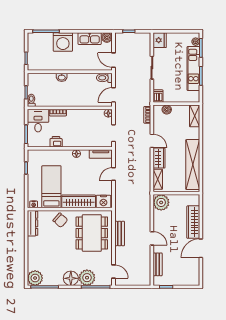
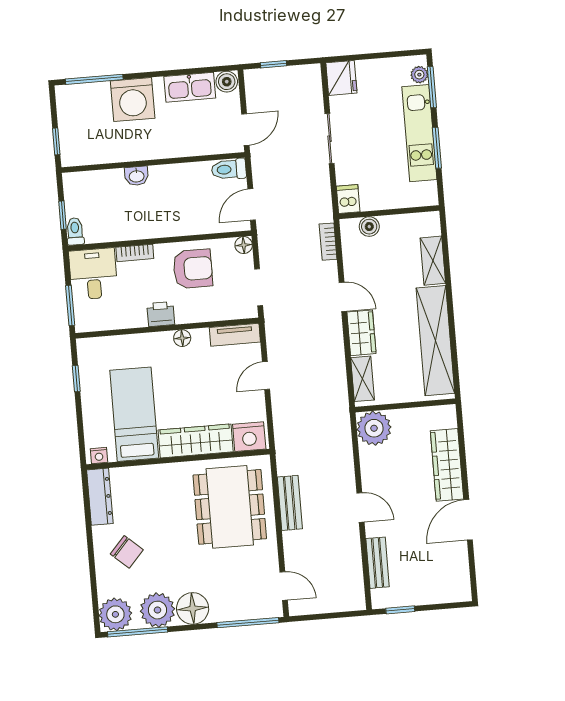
door: (114, 60) -> (245, 130), swing flipped
shelving: (195, 116) -> (433, 261), moved
armchair: (84, 122) -> (193, 269), added
printer: (56, 142) -> (161, 314), moved
chair: (60, 220) -> (127, 552), moved
plant: (87, 278) -> (157, 610), moved

